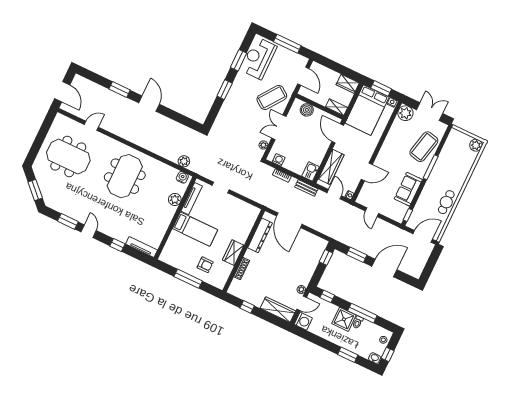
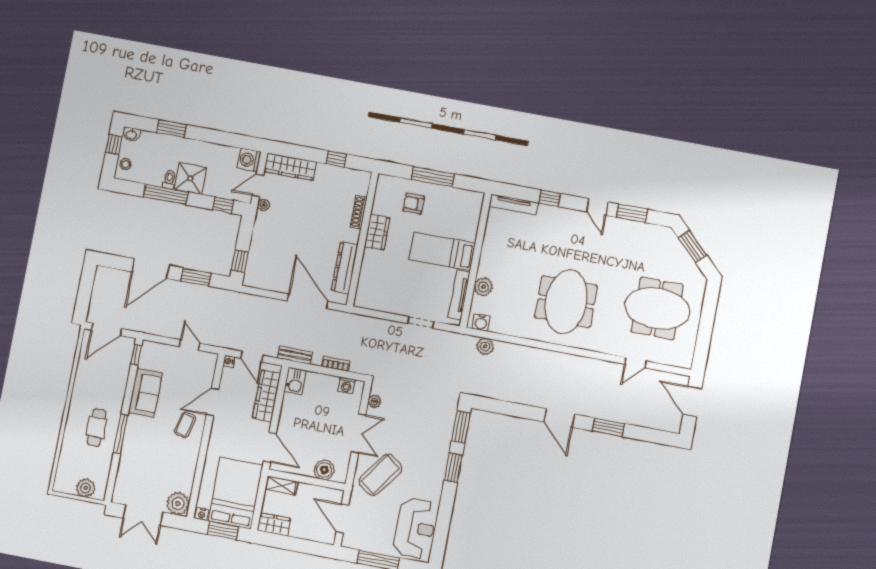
window: (239, 60) -> (461, 427), moved
plant: (476, 145) -> (86, 488), moved
coffee table: (424, 147) -> (185, 425), moved, width x0.54, depth x0.58
cafe table: (446, 202) -> (97, 427), moved

